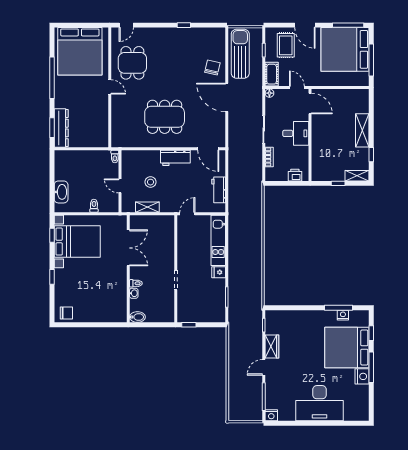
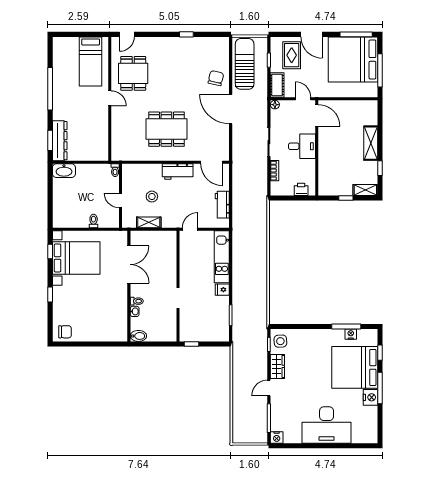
bed: (80, 51) -> (91, 61), width x0.49
washbasin: (61, 192) -> (64, 171), moved, turned 90
side table: (275, 322) -> (280, 341), added

